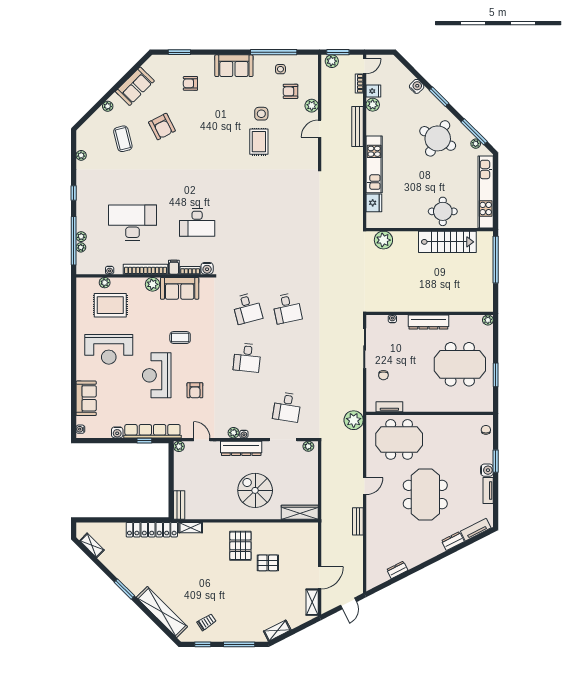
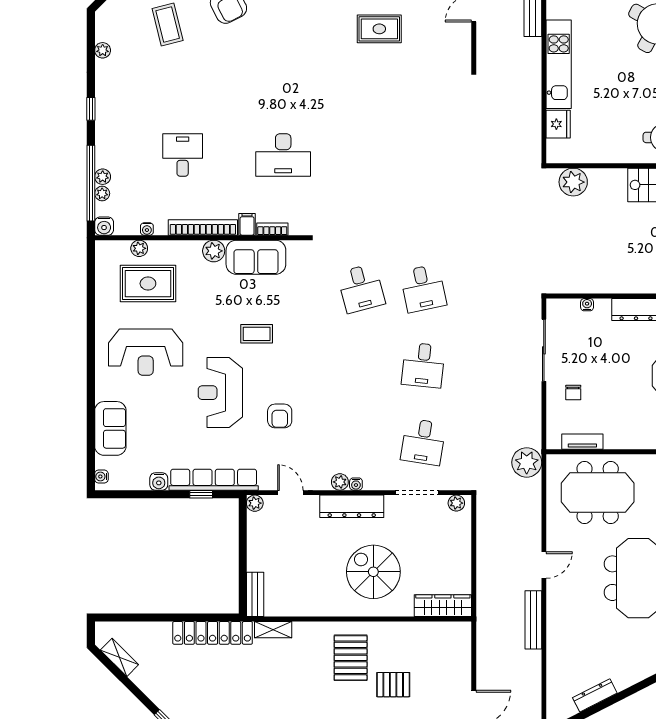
rug: (259, 142) -> (379, 29), turned 90
desk: (133, 223) -> (183, 155), width x0.53, depth x0.77
water cooler: (207, 268) -> (104, 226), moved
desk: (247, 358) -> (423, 365), moved
bench: (358, 521) -> (533, 620), width x1.36
dresser: (397, 570) -> (595, 695), width x1.44

